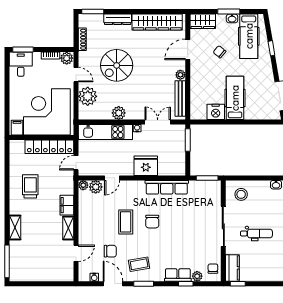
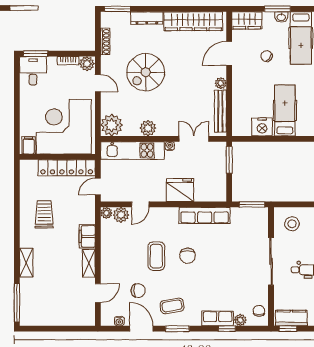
plant: (88, 96) -> (112, 125), moved
kitchen counter: (232, 268) -> (291, 318), moved, turned -90

